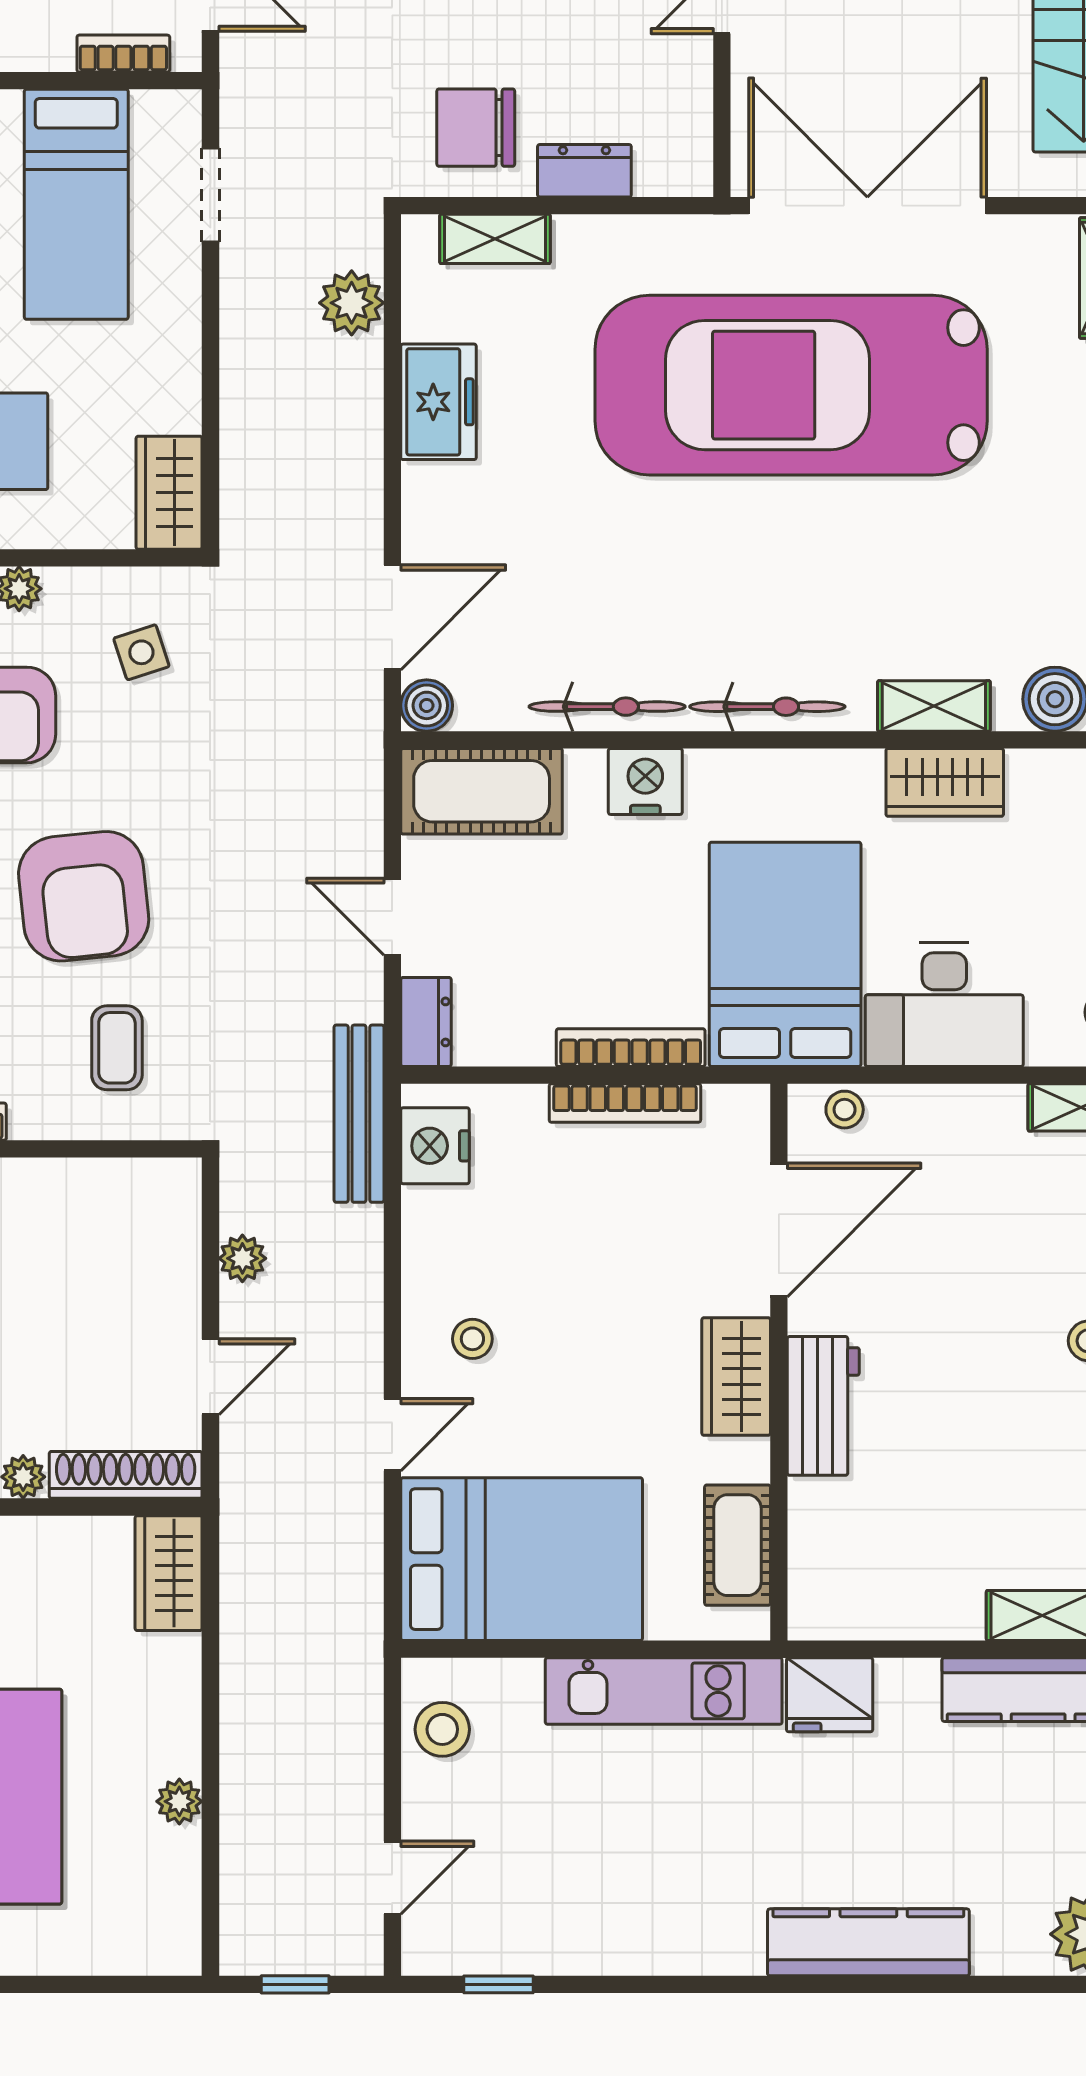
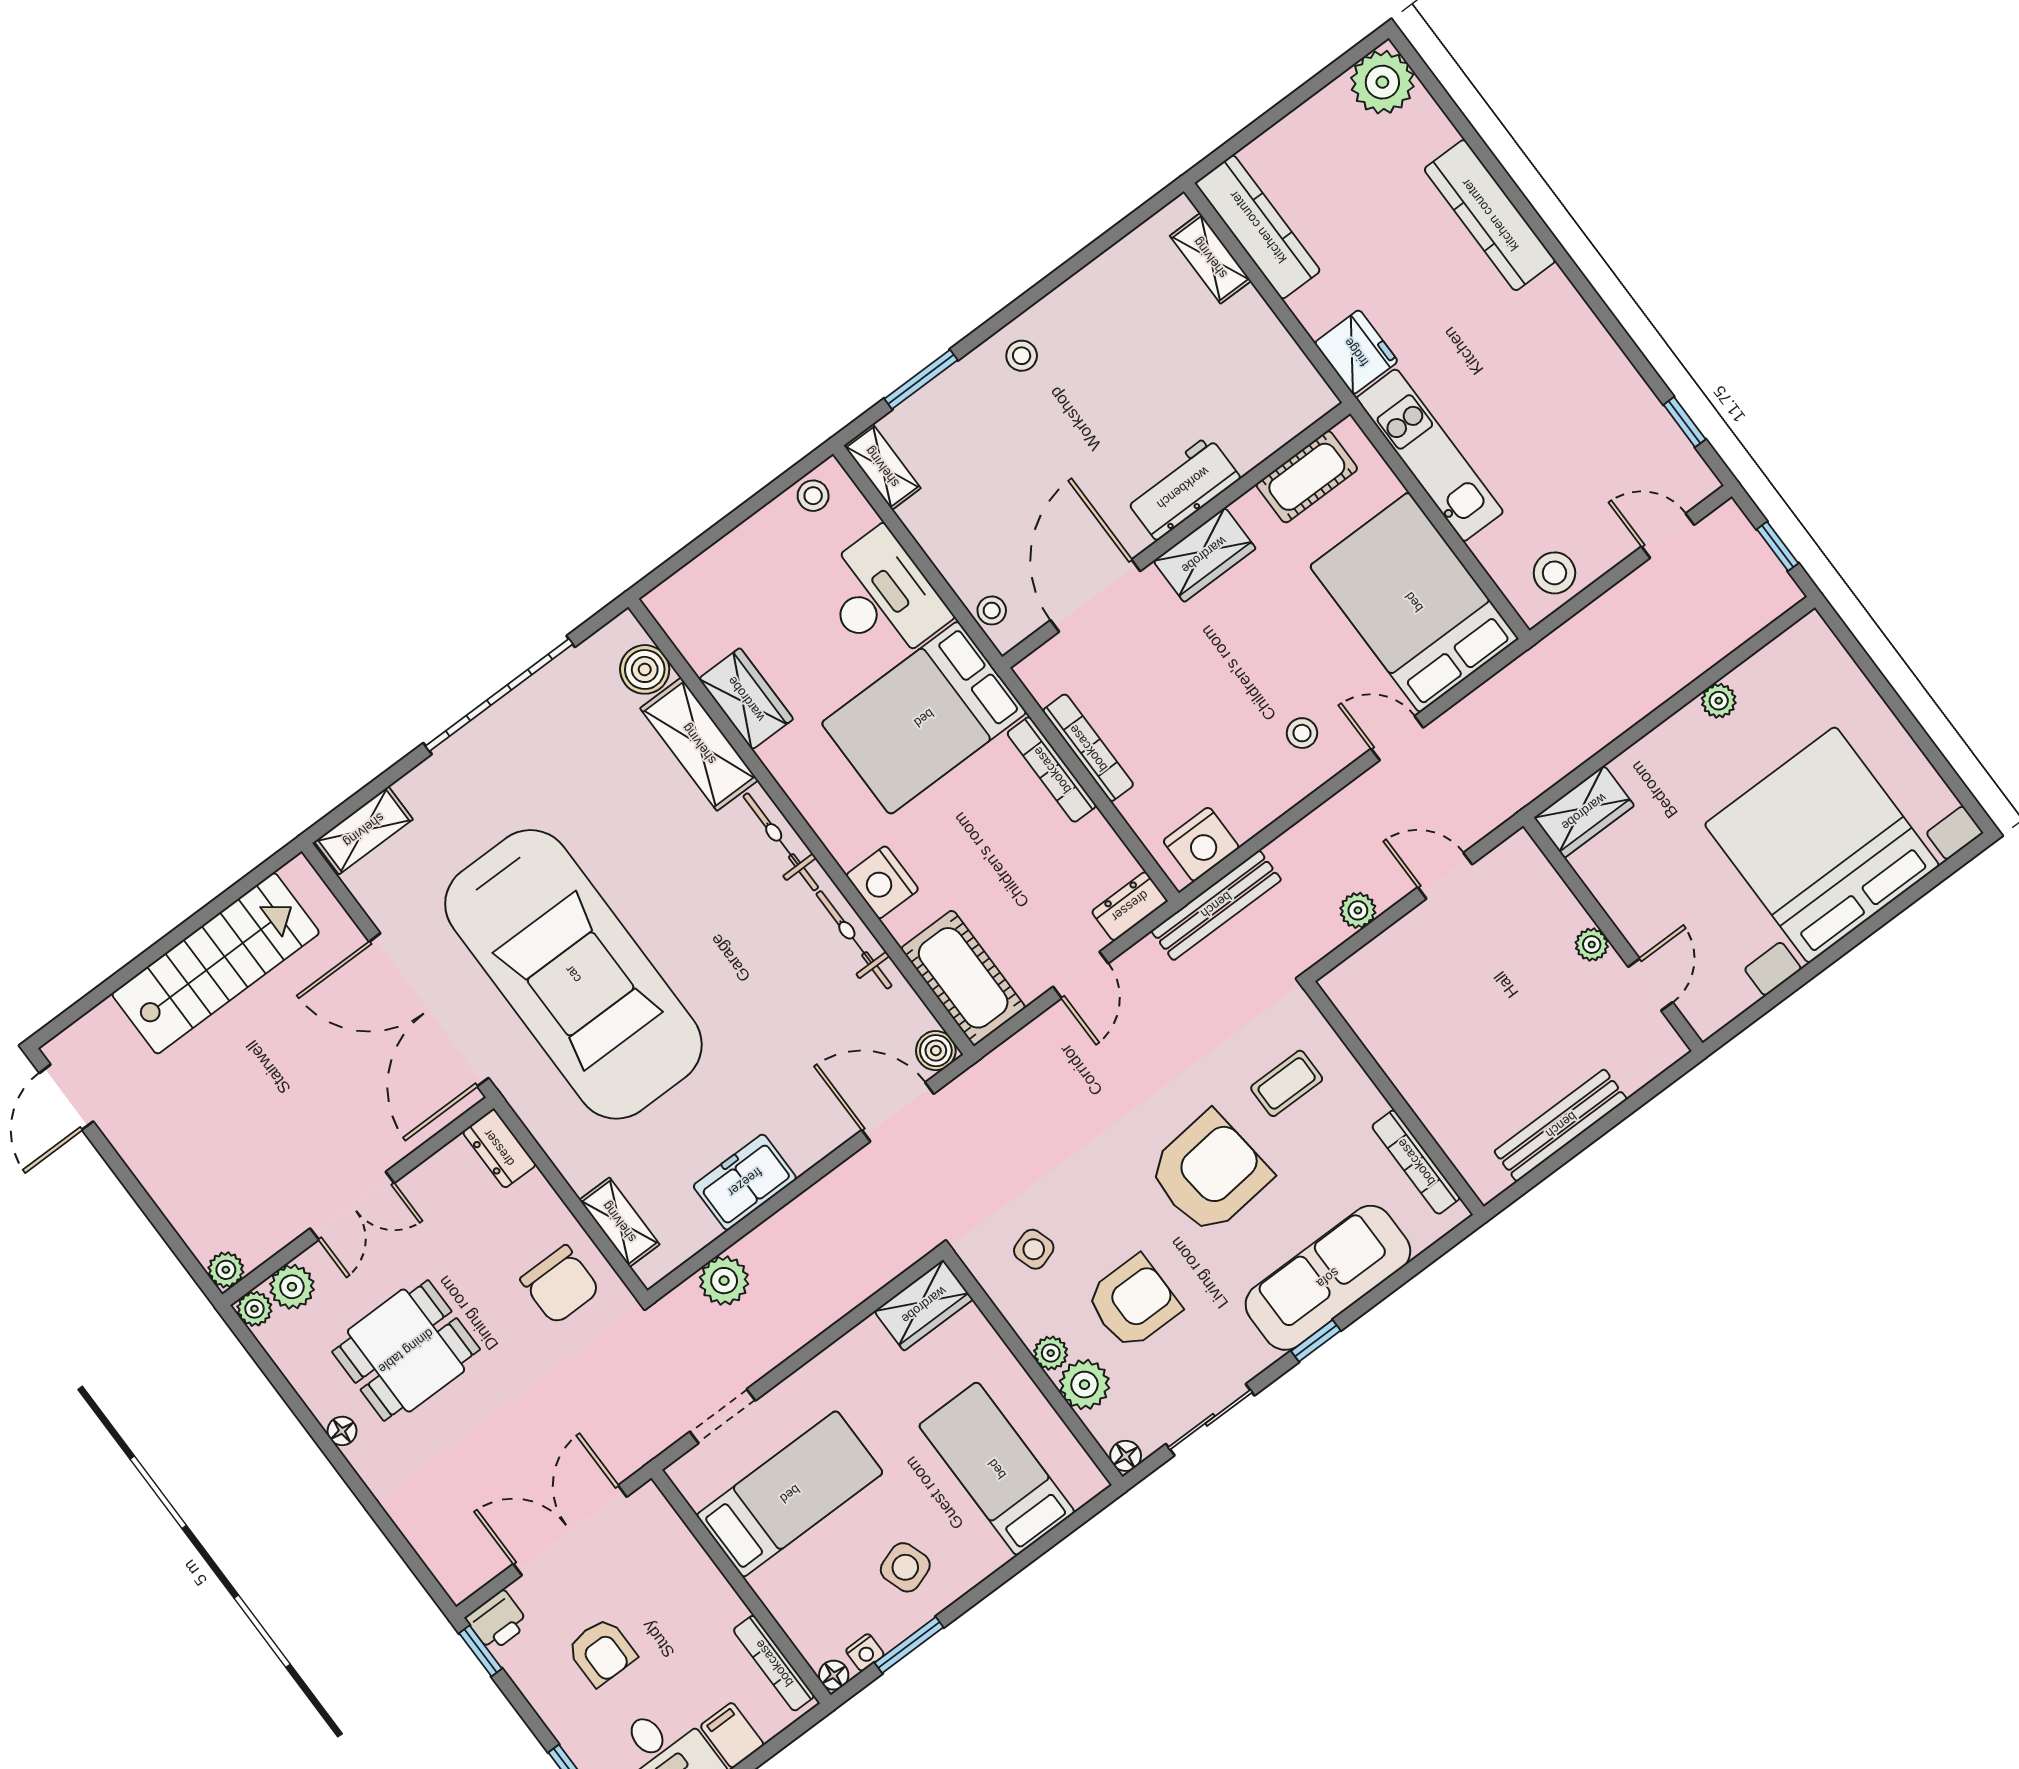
bookcase: (123, 54) -> (676, 1534), removed
dresser: (584, 171) -> (499, 1148), moved
shelving: (934, 706) -> (699, 744), width x1.50, depth x1.33
door: (779, 1230) -> (1095, 596), hinge flipped
shoe rack: (126, 1475) -> (1544, 883), removed

